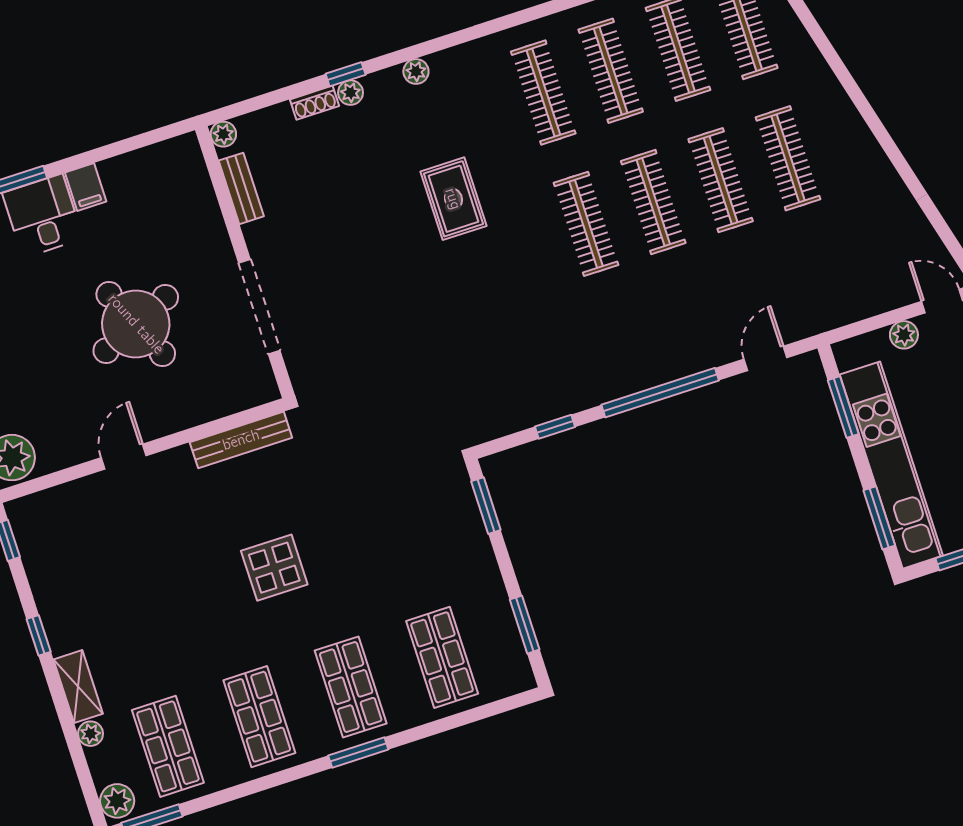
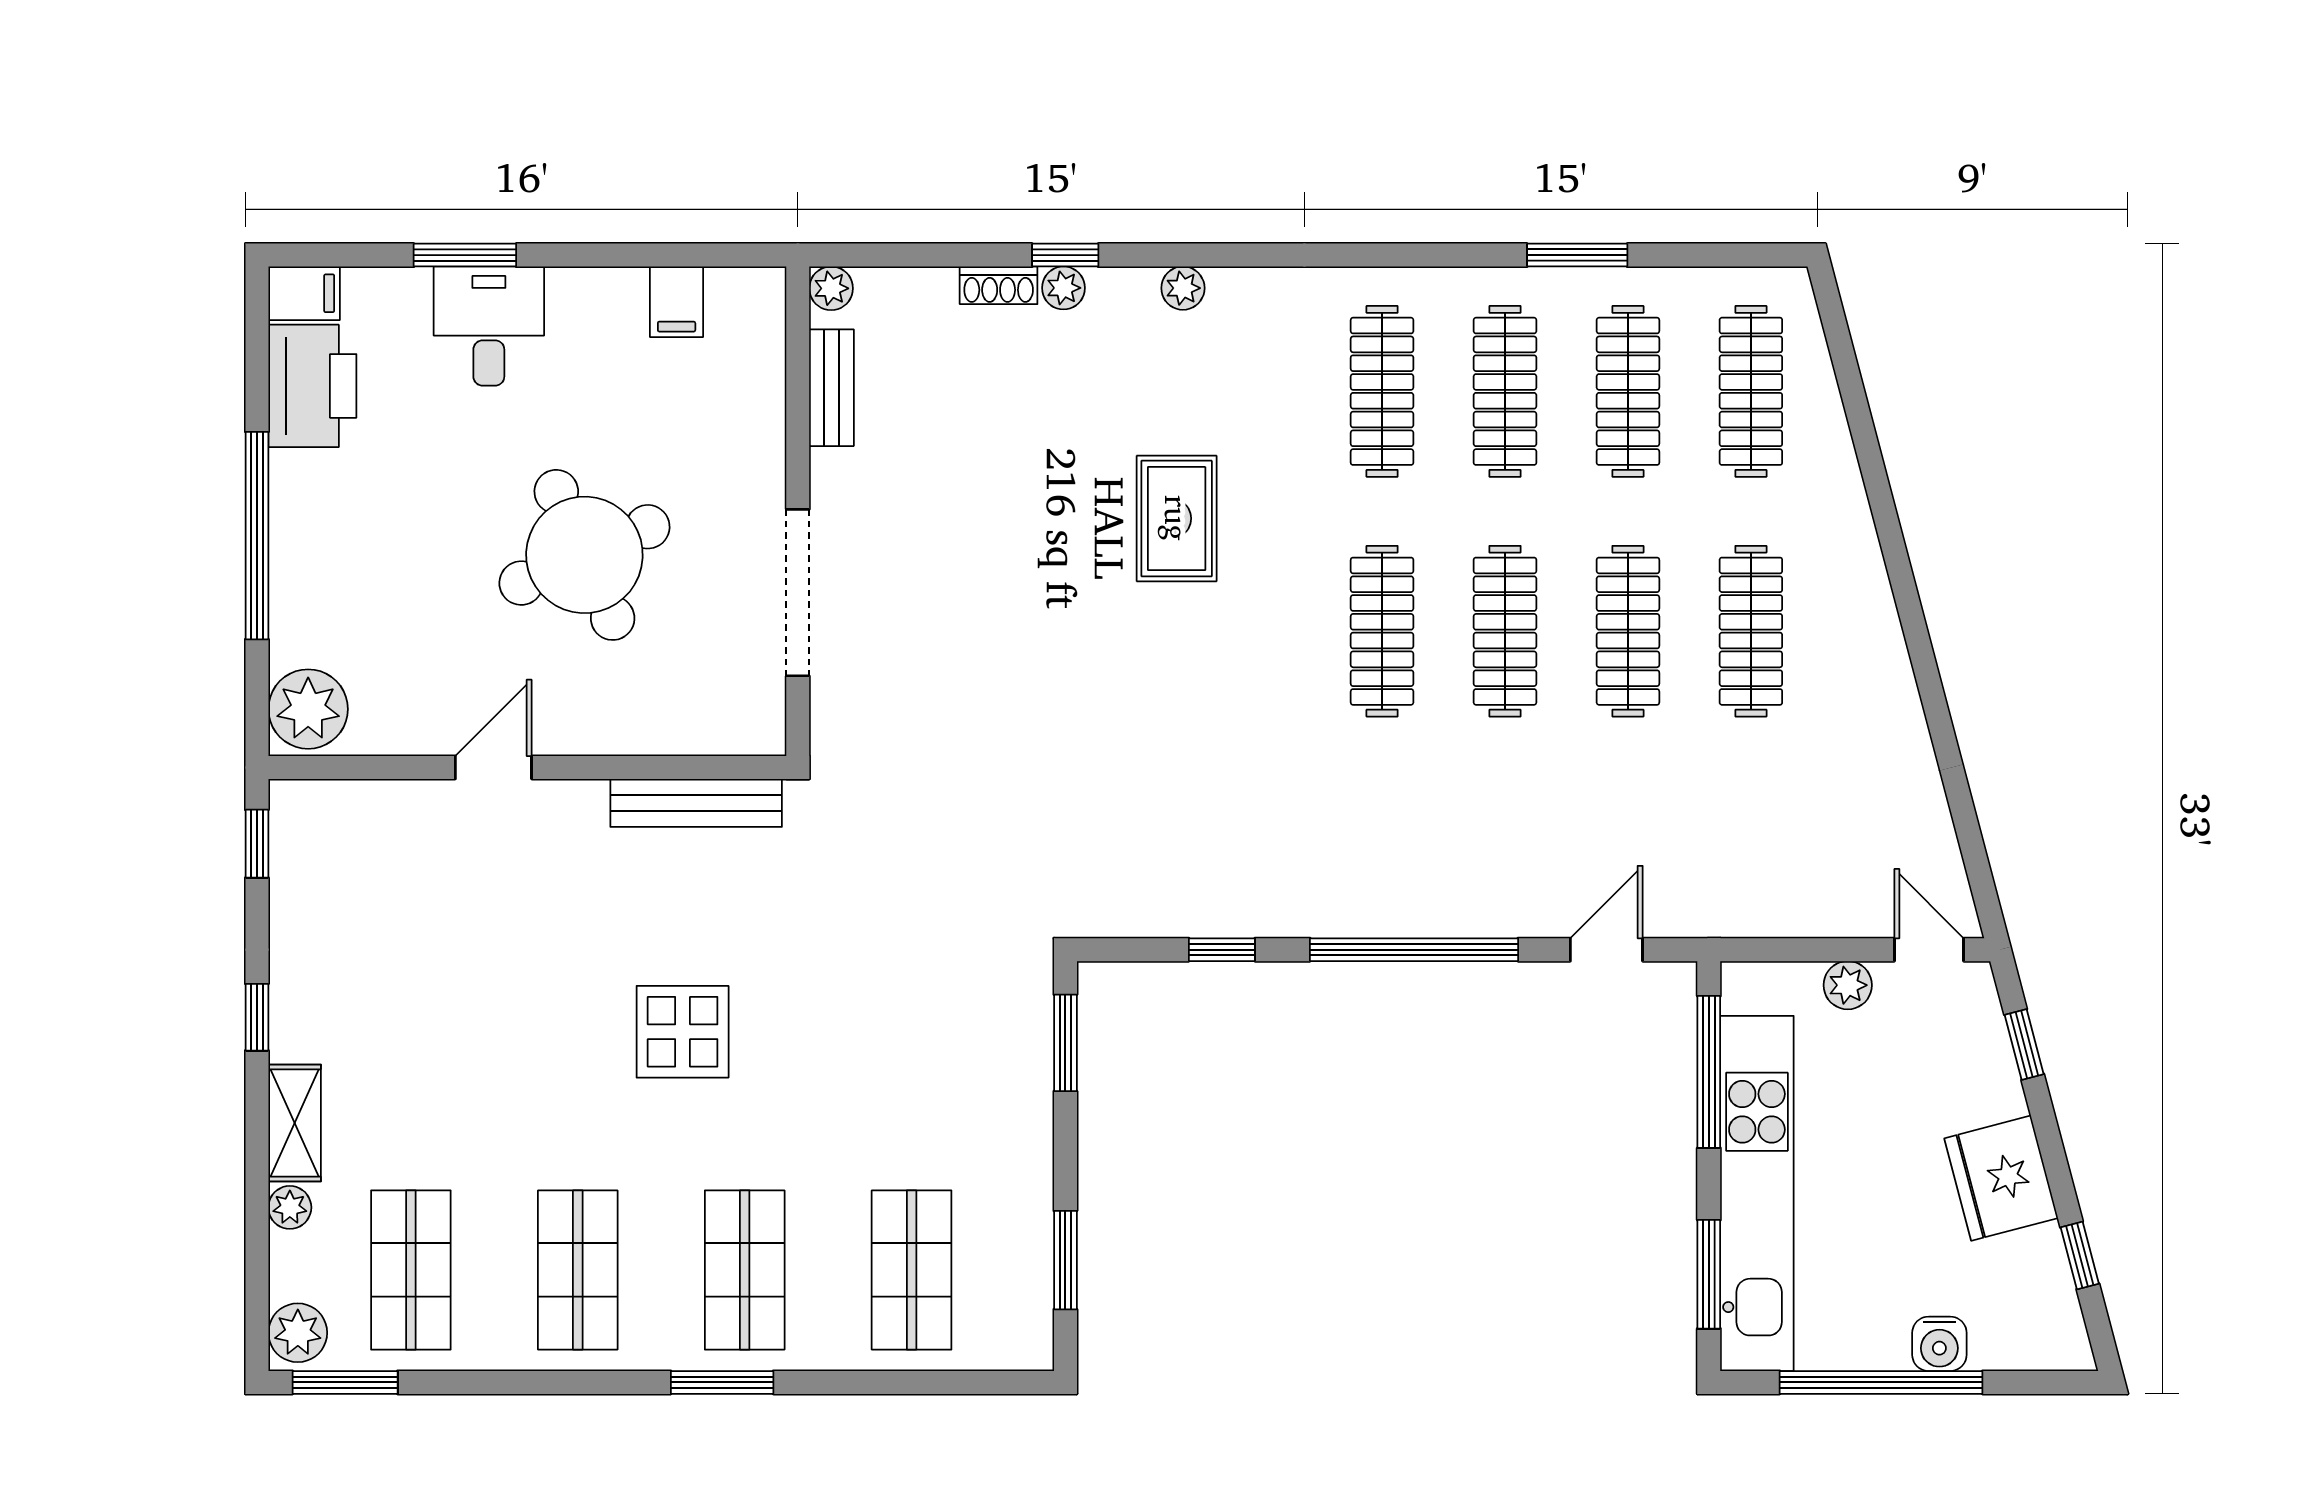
filing cabinet: (86, 187) -> (677, 302), moved
window: (843, 407) -> (1709, 1072), width x1.44

